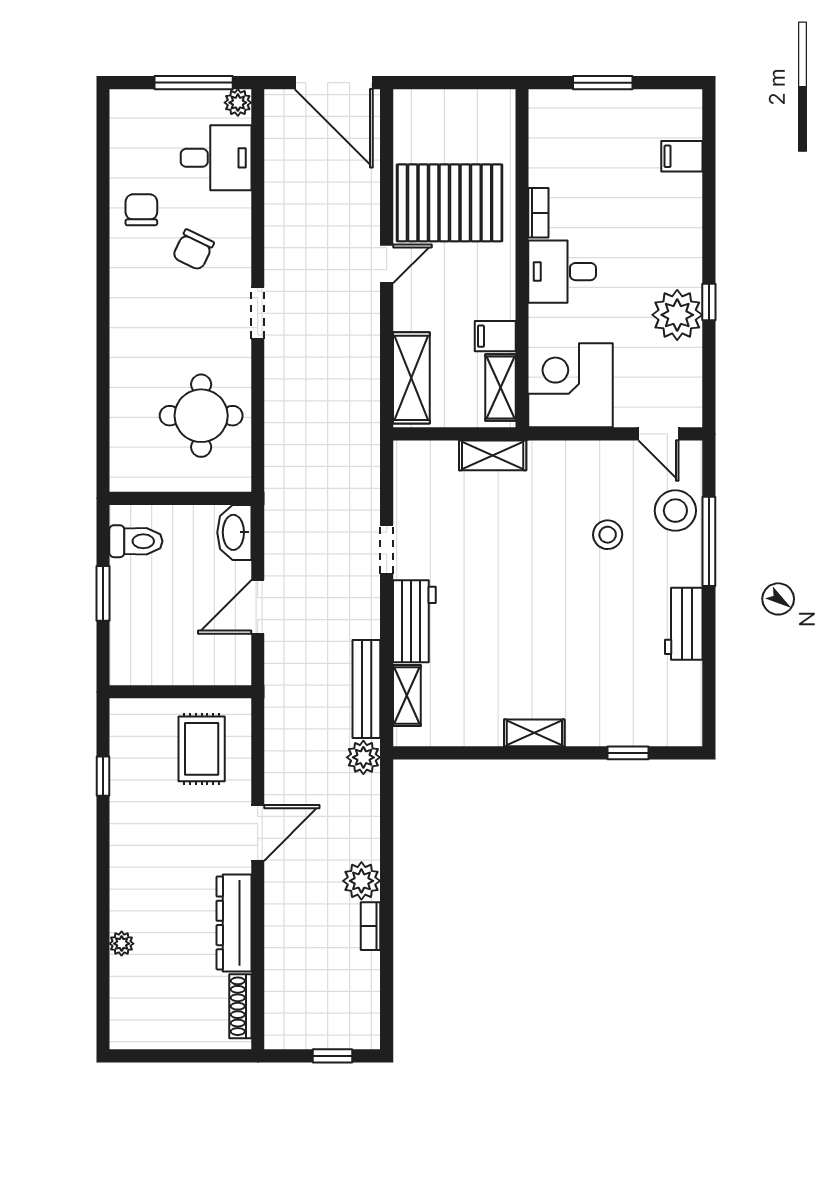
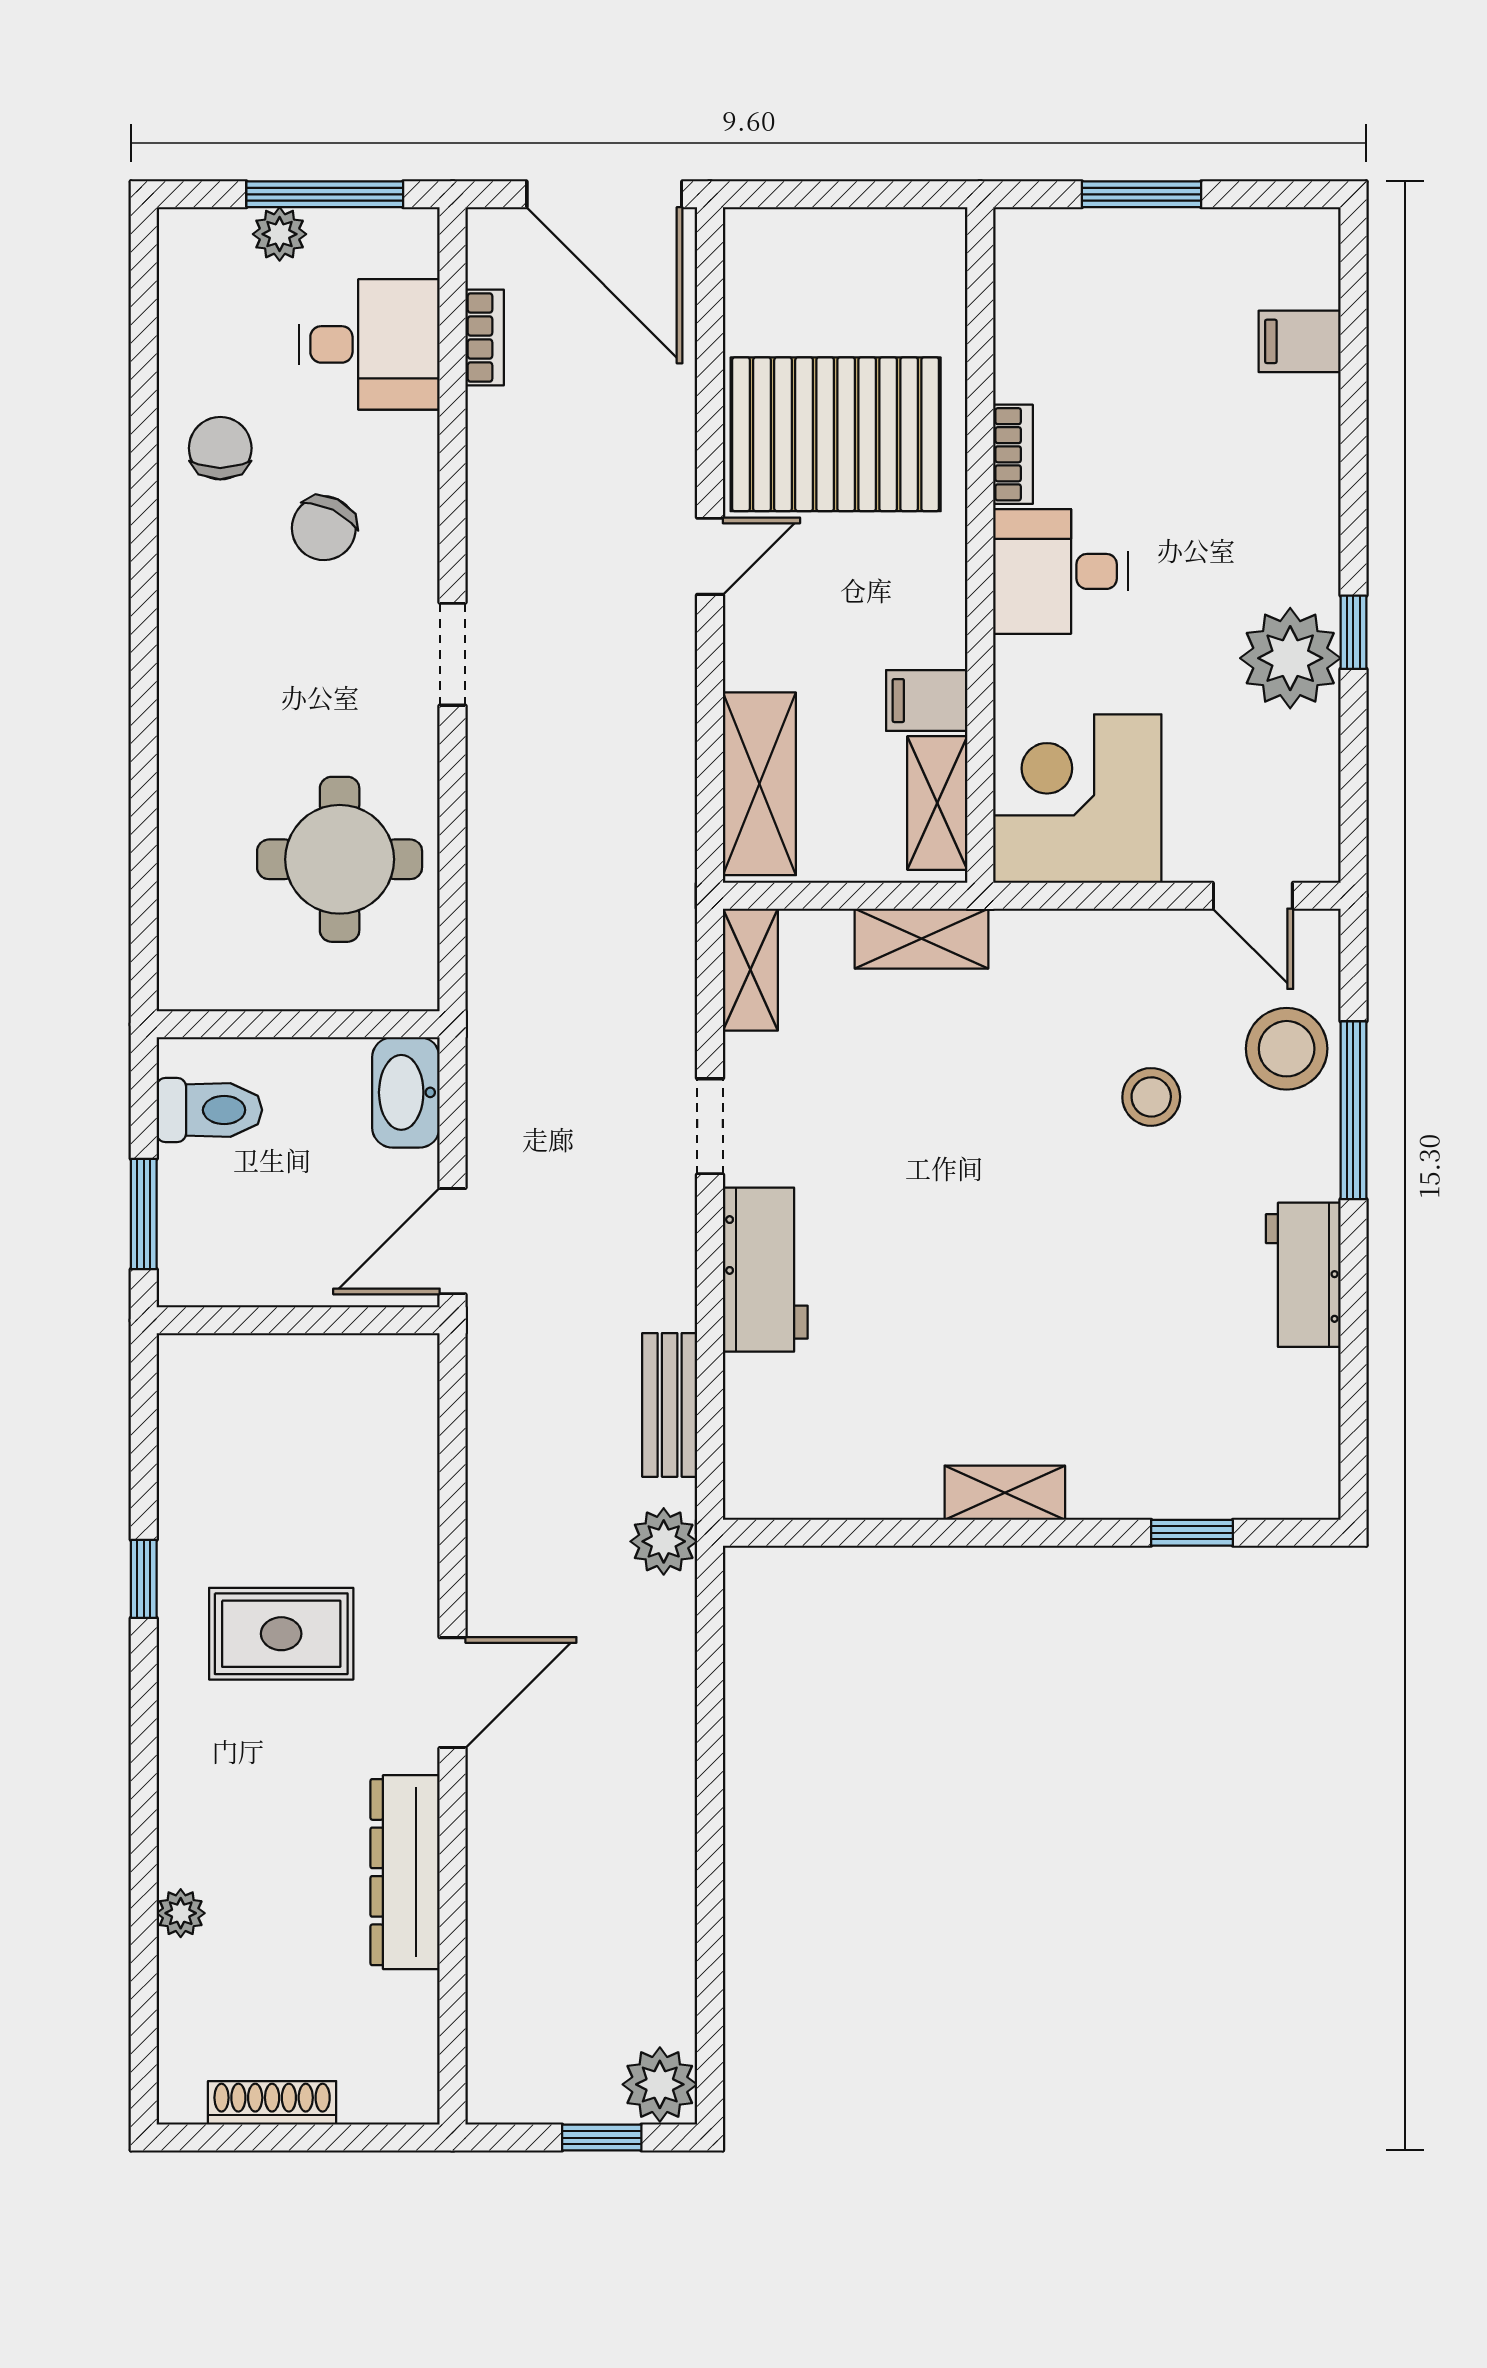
plant: (238, 103) -> (280, 234), moved
bench: (366, 689) -> (670, 1405), width x0.73
wall: (180, 692) -> (298, 1320), moved
shelving: (407, 695) -> (750, 970), moved
rug: (202, 749) -> (281, 1634), moved, turned 90
plant: (361, 881) -> (660, 2084), moved
bookcase: (371, 926) -> (485, 337), moved, turned 180
shoe rack: (240, 1006) -> (272, 2103), moved, turned 90

